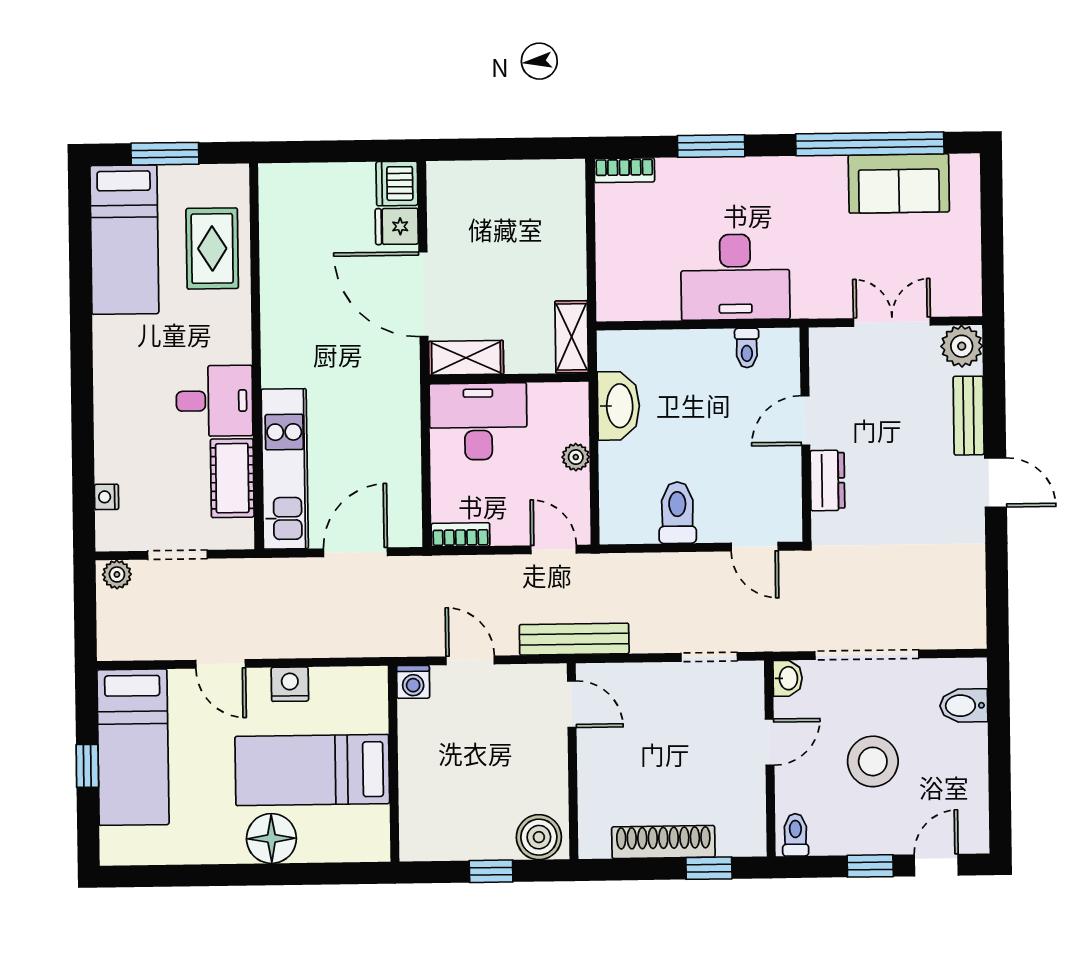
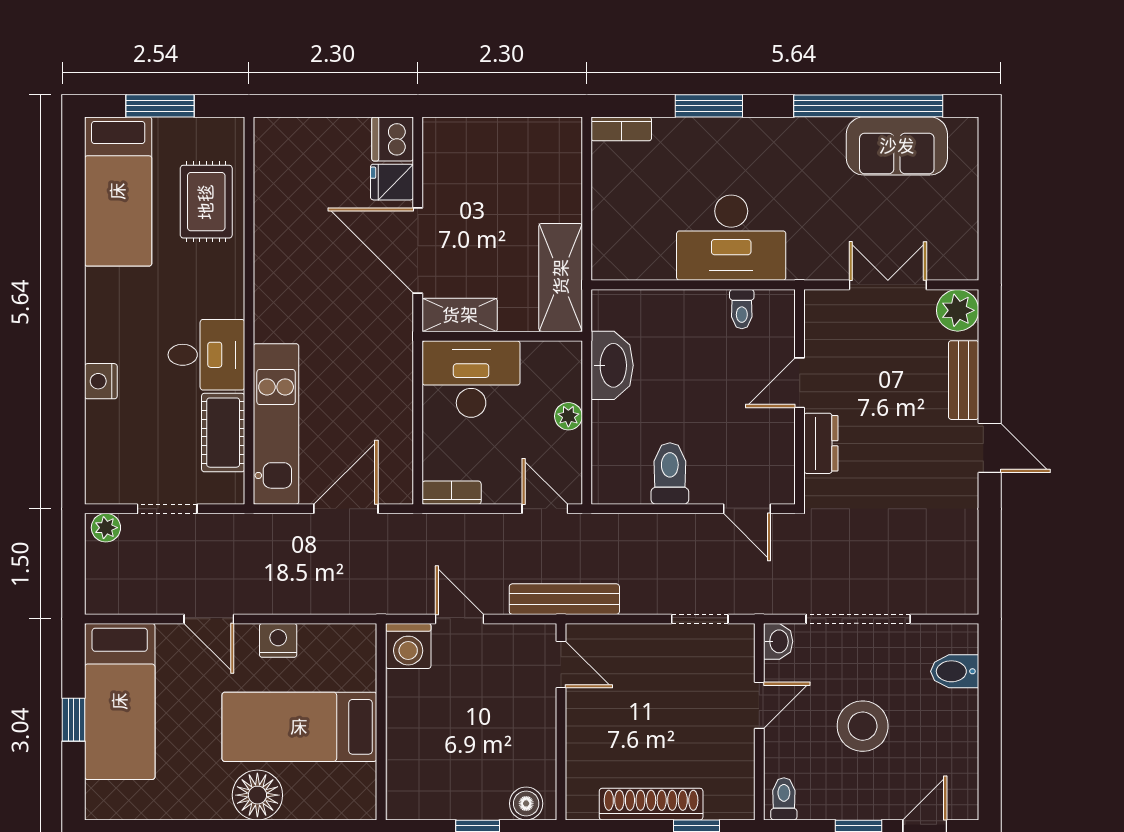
shelving: (572, 337) -> (561, 277), width x1.50, depth x1.33
nightstand: (106, 497) -> (101, 381), moved, width x1.39, depth x1.35
washing machine: (413, 682) -> (408, 646), width x1.38, depth x1.38
boiler: (539, 837) -> (526, 803), width x0.73, depth x0.73

